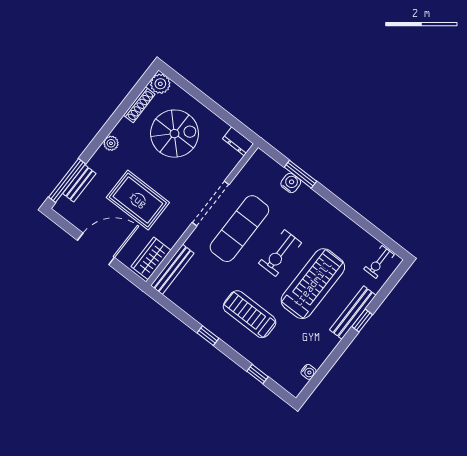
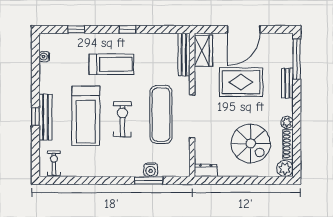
spiral stairs: (174, 134) -> (251, 143), turned -90
plant: (111, 143) -> (287, 122), moved
bench: (79, 183) -> (287, 83), moved

